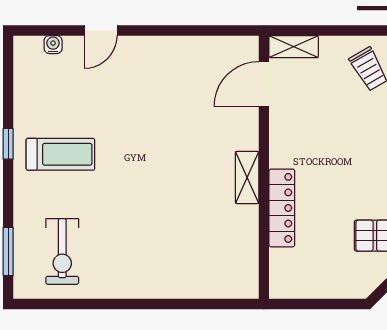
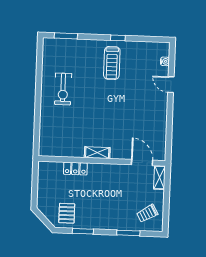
locker: (282, 208) -> (75, 169), width x0.66
exercise bike: (62, 251) -> (63, 89), moved, turned -90

